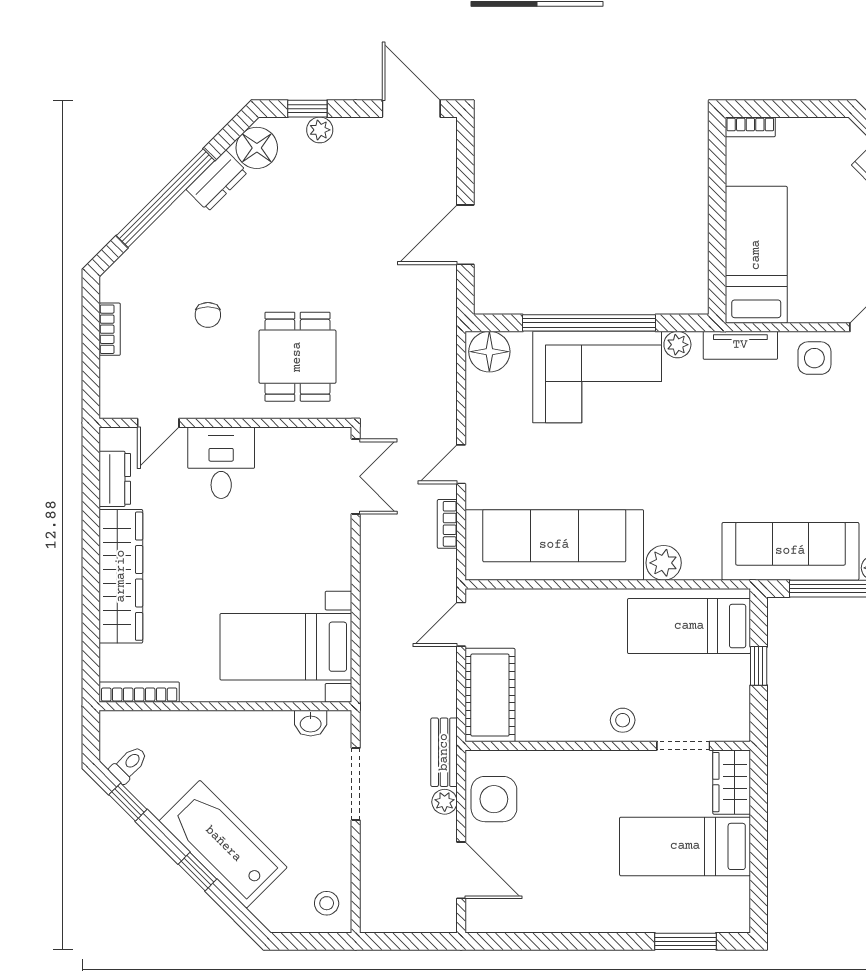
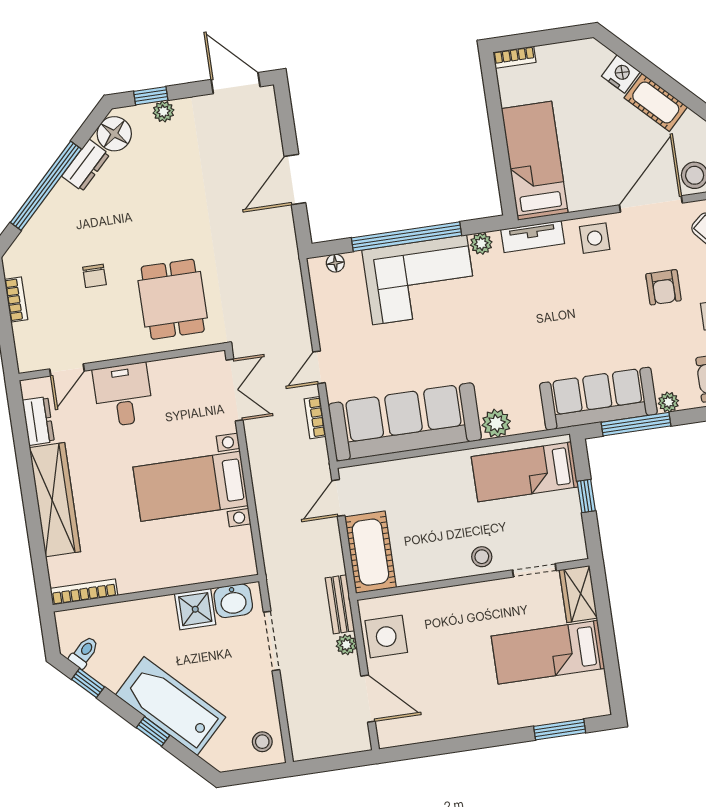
floor lamp: (489, 352) -> (335, 263), width x0.53, depth x0.53
bed with nightstands: (286, 647) -> (191, 486), moved
washbasin: (311, 723) -> (233, 601), width x1.38, depth x1.45
shower: (270, 732) -> (195, 609), added

